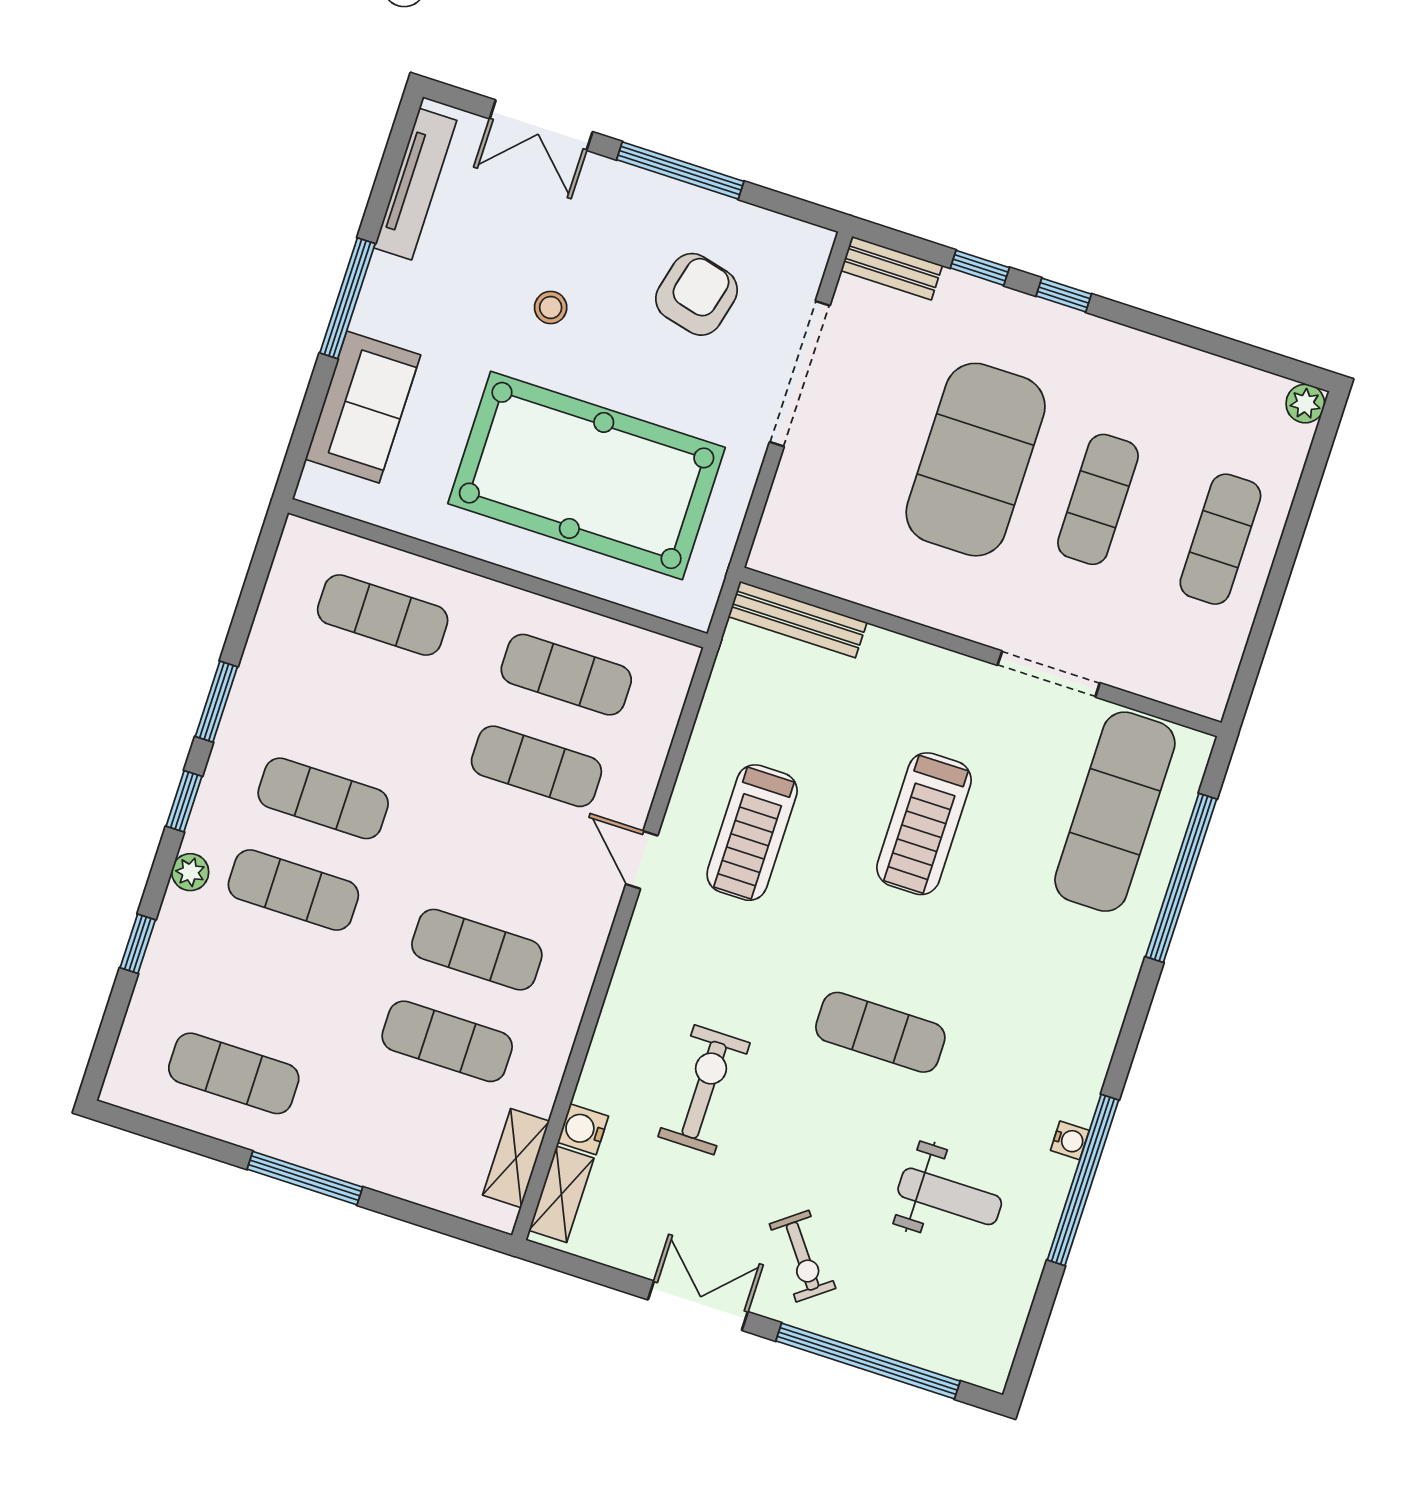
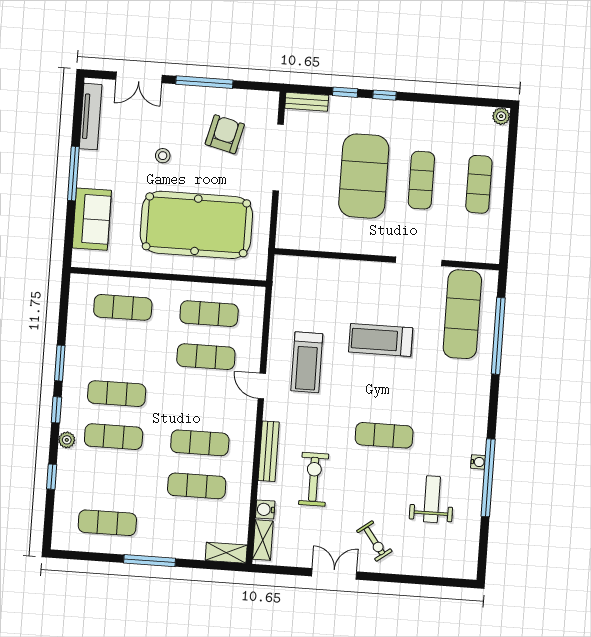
bench: (798, 619) -> (269, 451), moved, turned 90
treadmill: (924, 824) -> (381, 340), turned 90
shelving: (516, 1158) -> (226, 553), moved, turned 90
weight bench: (950, 1196) -> (432, 499), turned -90
window: (868, 1361) -> (414, 580), removed

